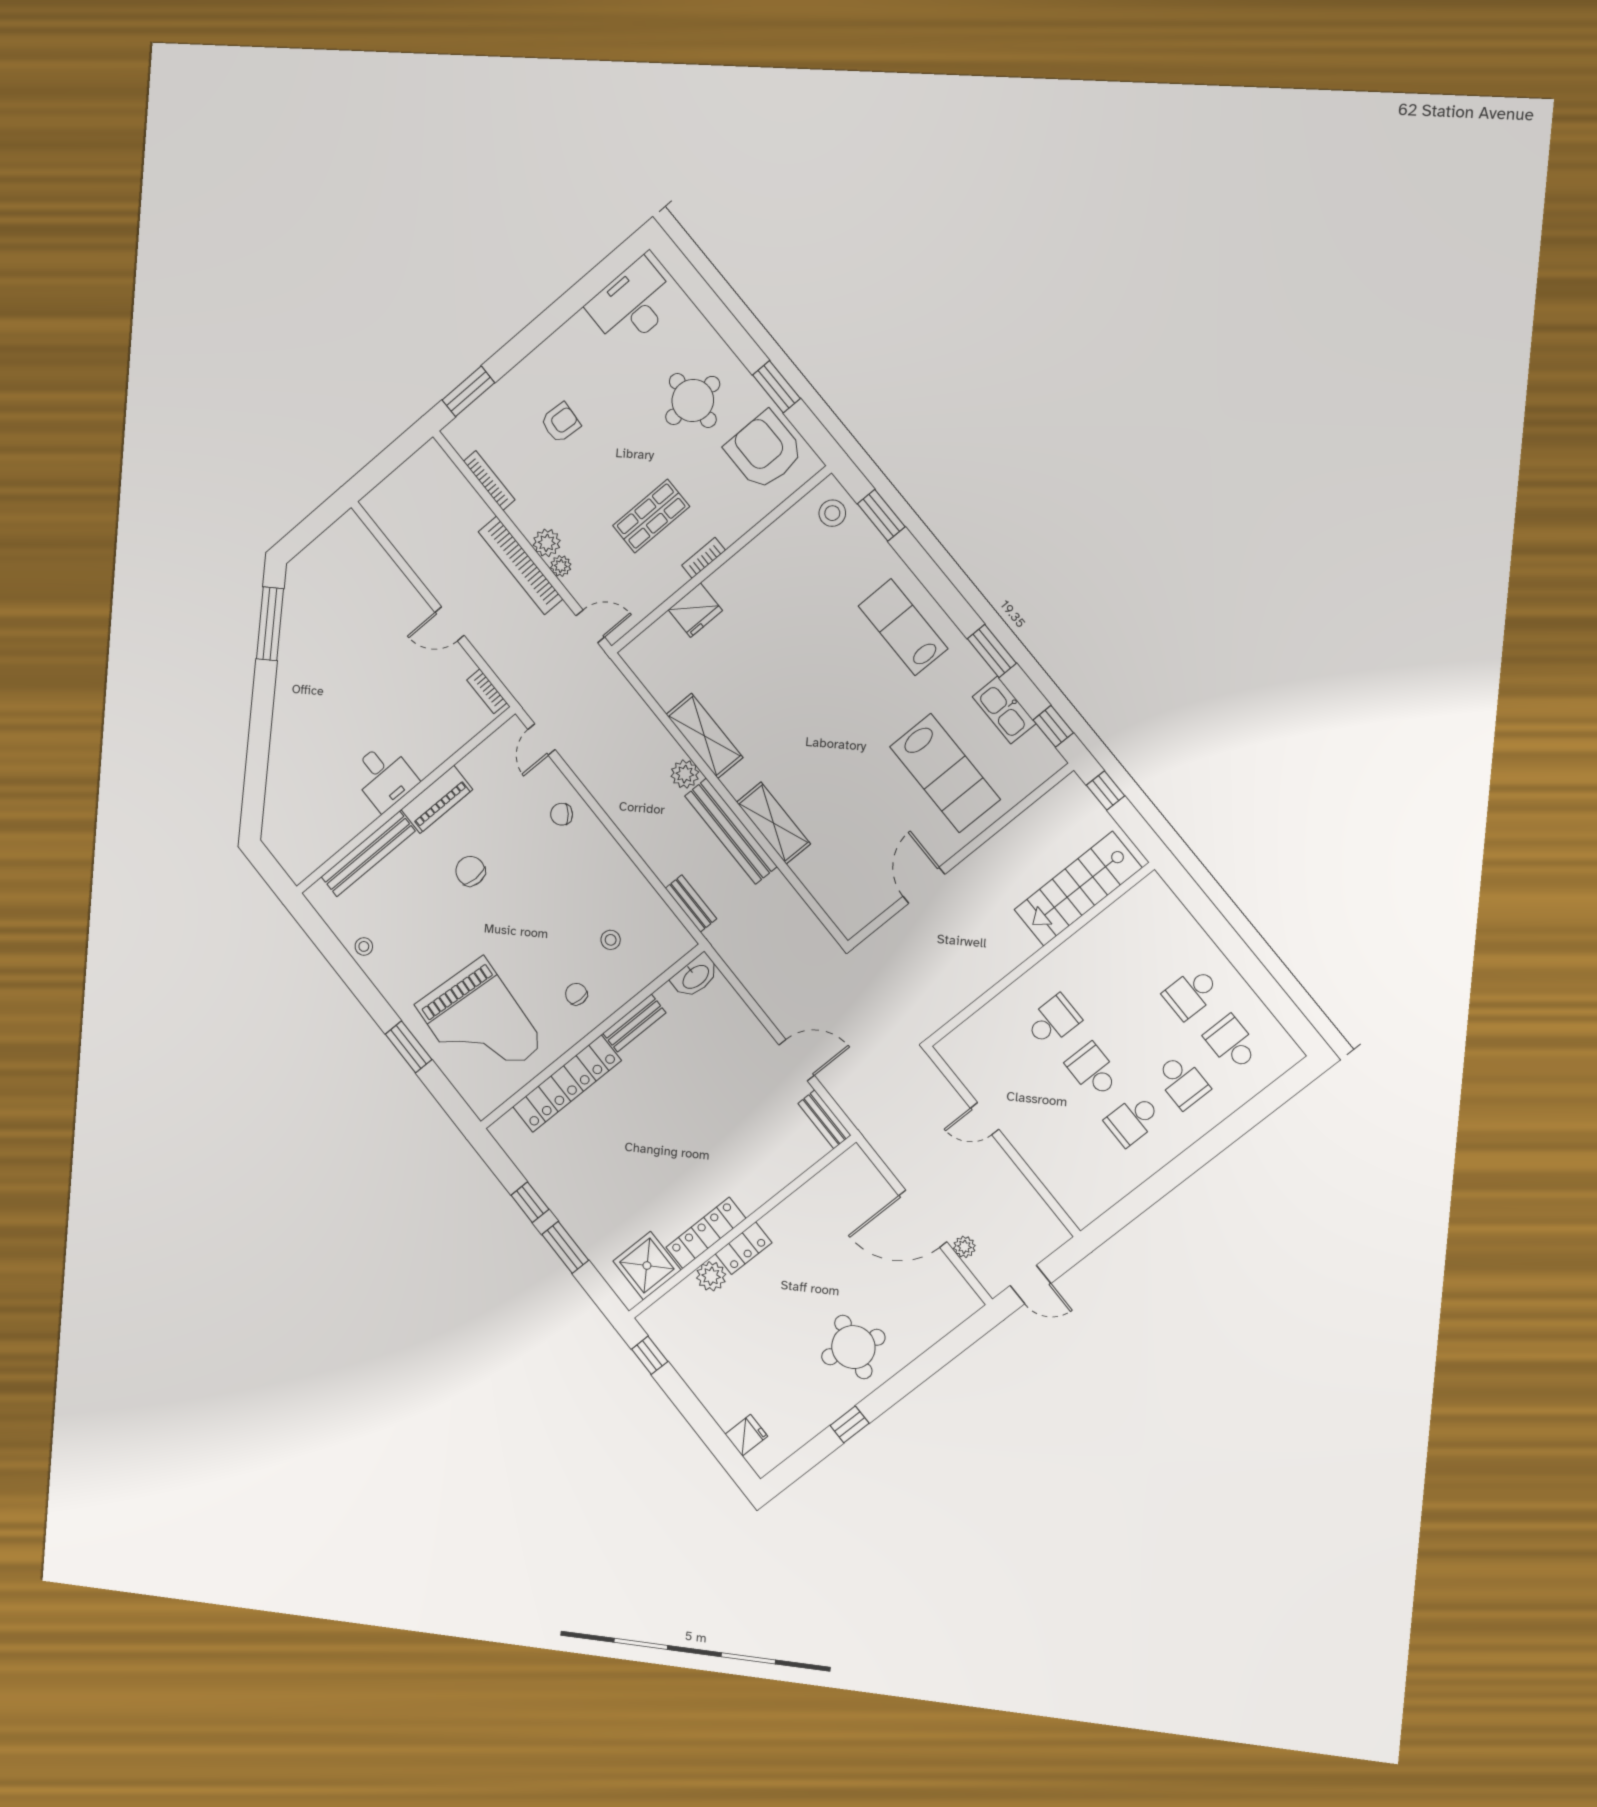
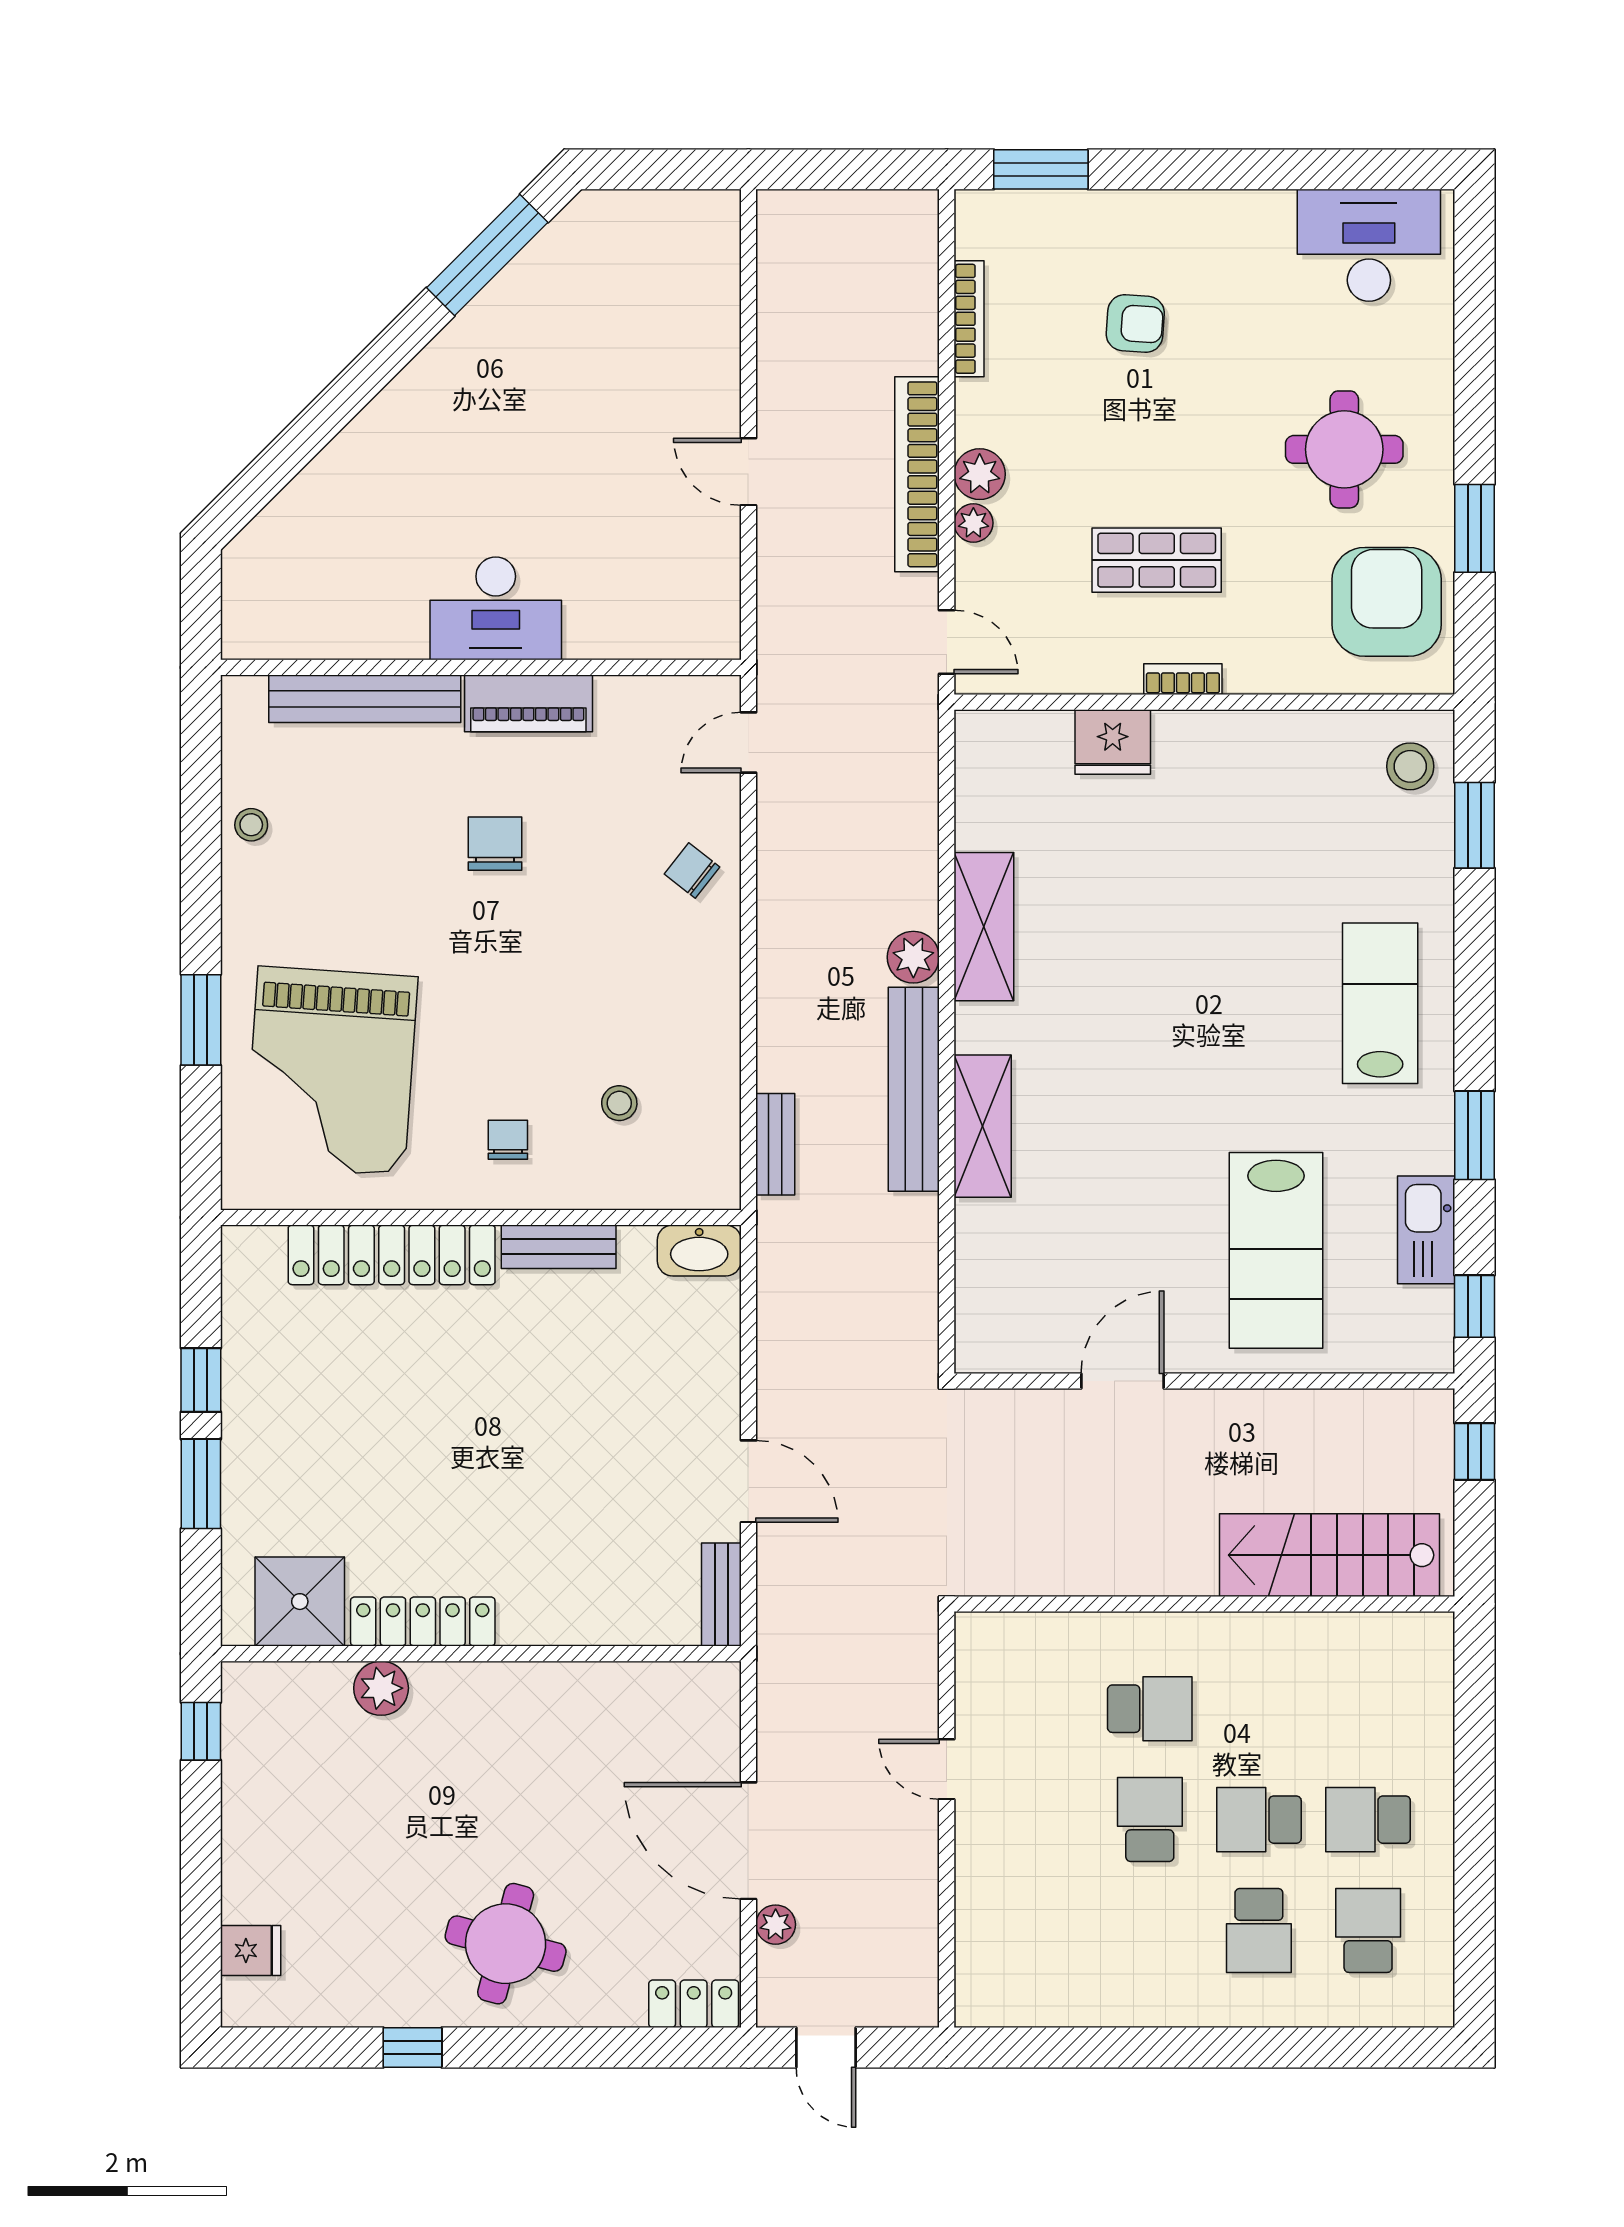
bookcase: (487, 691) -> (725, 611), removed
desk: (384, 777) -> (496, 608), width x1.37
school desk: (1133, 1120) -> (1259, 1820), moved
locker: (743, 1248) -> (694, 2004), moved, turned 180

